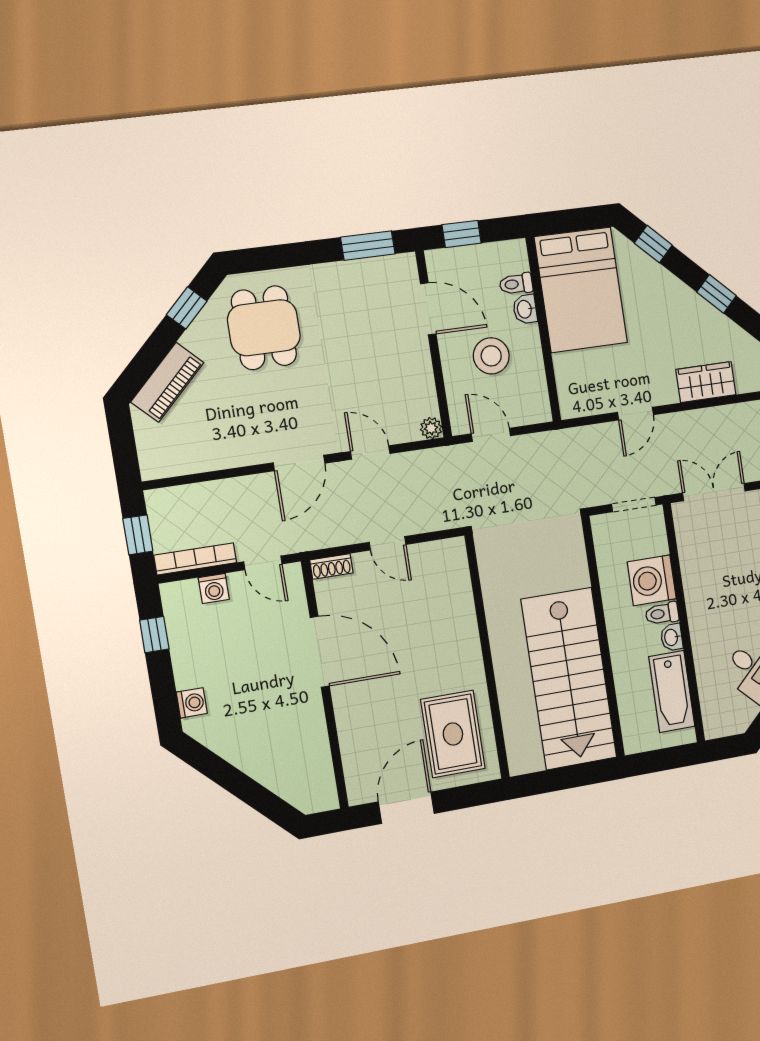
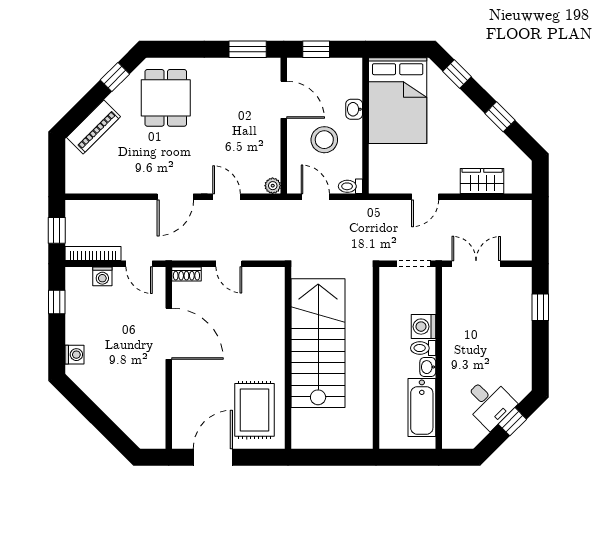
toilet: (516, 284) -> (350, 186), moved
washing machine: (652, 580) -> (423, 327), width x0.73, depth x0.73
stairs: (569, 679) -> (318, 343), moved, turned 180

